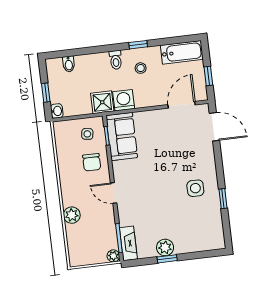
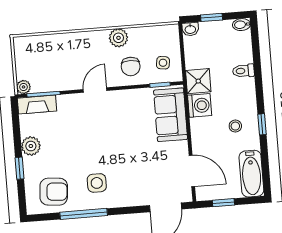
toilet: (116, 60) -> (243, 71), moved
bidet: (69, 64) -> (241, 25), moved
sofa: (122, 137) -> (171, 115), moved, turned 90
chair: (92, 162) -> (131, 66), turned -90
window: (223, 199) -> (84, 214), width x2.17
plant: (72, 215) -> (118, 38), moved
armchair: (204, 226) -> (54, 192), added
window: (167, 259) -> (20, 168), moved

